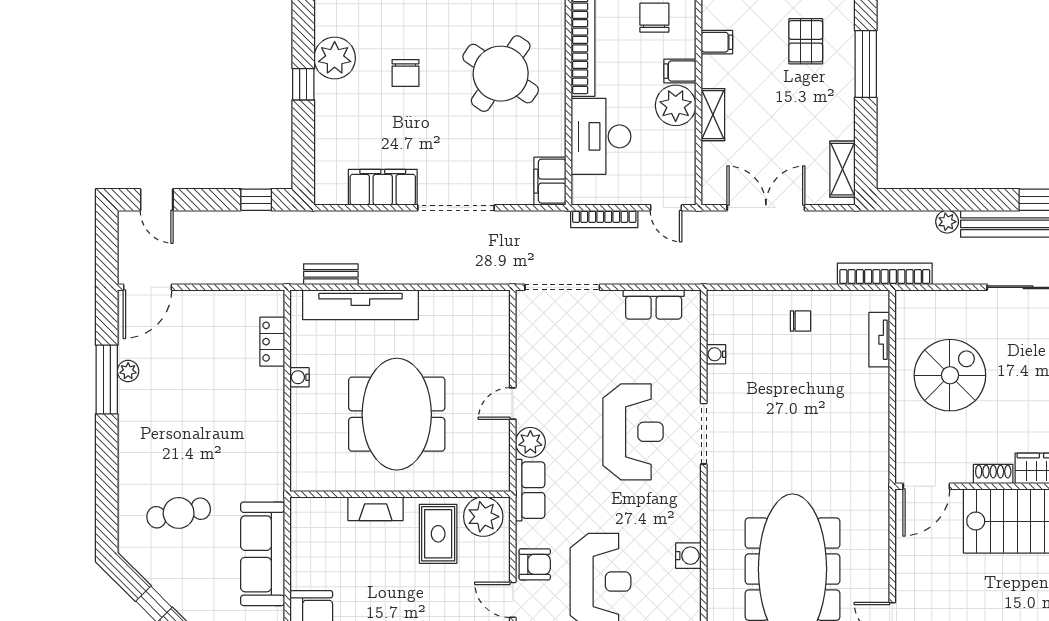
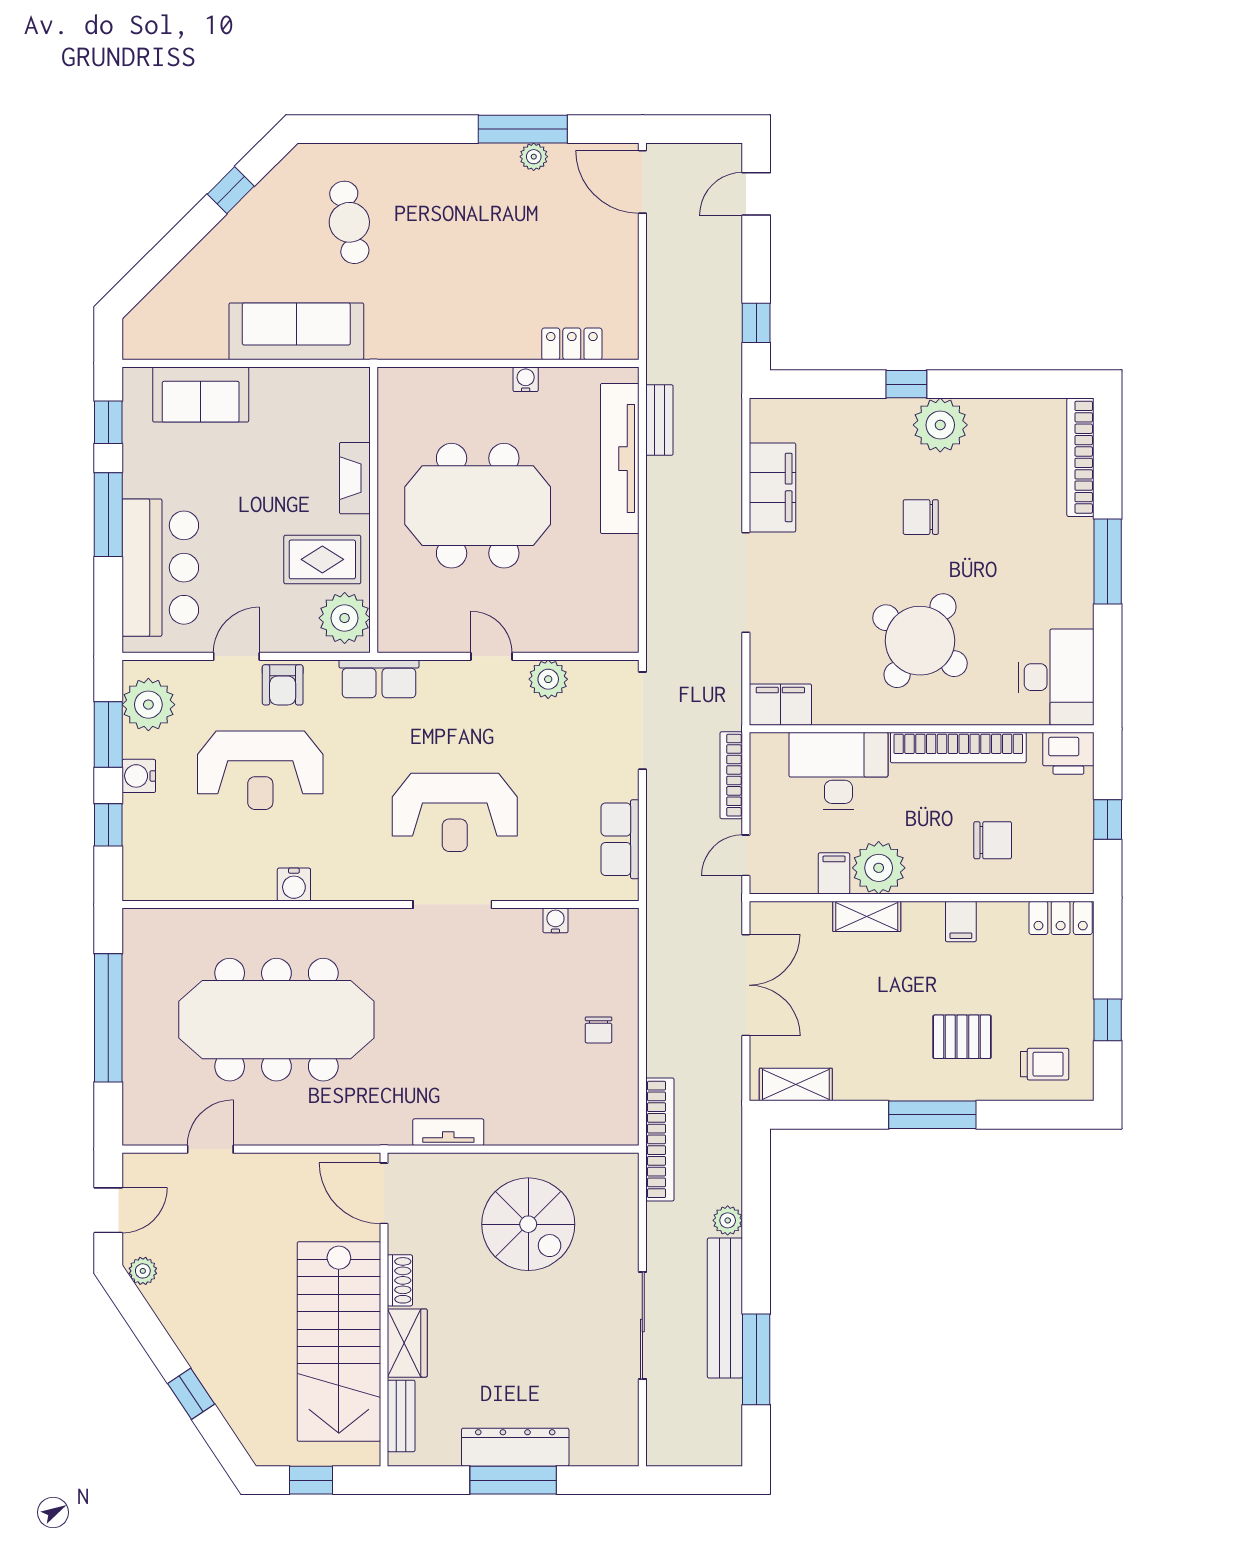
filing cabinet: (680, 71) -> (834, 873), moved
tv unit: (879, 340) -> (448, 1132), moved
plant: (530, 442) -> (548, 679), moved

